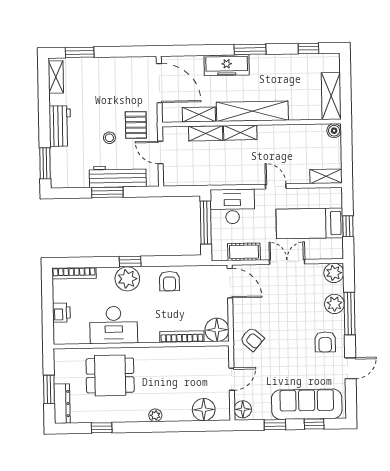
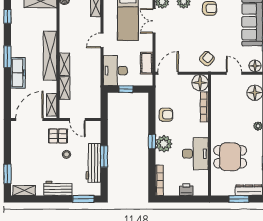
shelving: (199, 114) -> (52, 105), moved
door: (160, 152) -> (77, 119), hinge flipped
workbench: (118, 177) -> (93, 163), moved
window: (206, 222) -> (126, 89), width x0.46
double door: (287, 262) -> (154, 21), moved
dining table: (110, 375) -> (230, 157), turned 90

